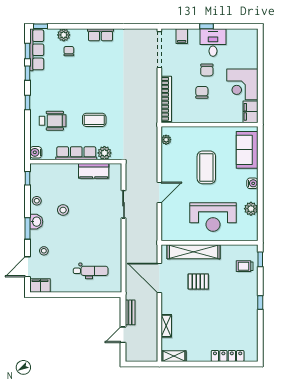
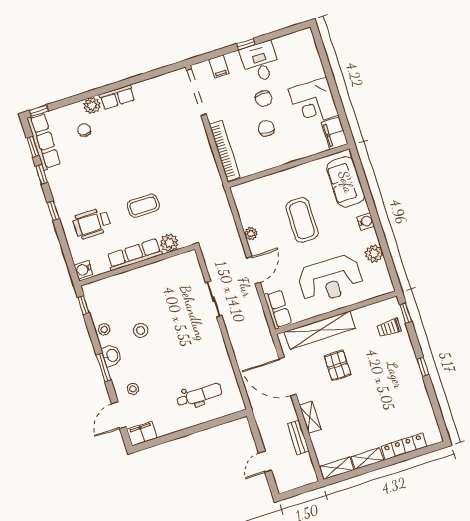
plant: (64, 35) -> (92, 106), moved
wheelchair: (53, 121) -> (92, 223), turned 180
plant: (166, 140) -> (251, 234), moved
kitchen counter: (94, 171) -> (163, 269), removed
row of seats: (168, 227) -> (278, 309), added
pallet: (198, 282) -> (338, 365), turned 90
bench: (130, 312) -> (298, 437), moved
shelving: (166, 326) -> (310, 417), moved
shelving: (198, 356) -> (367, 459), added

